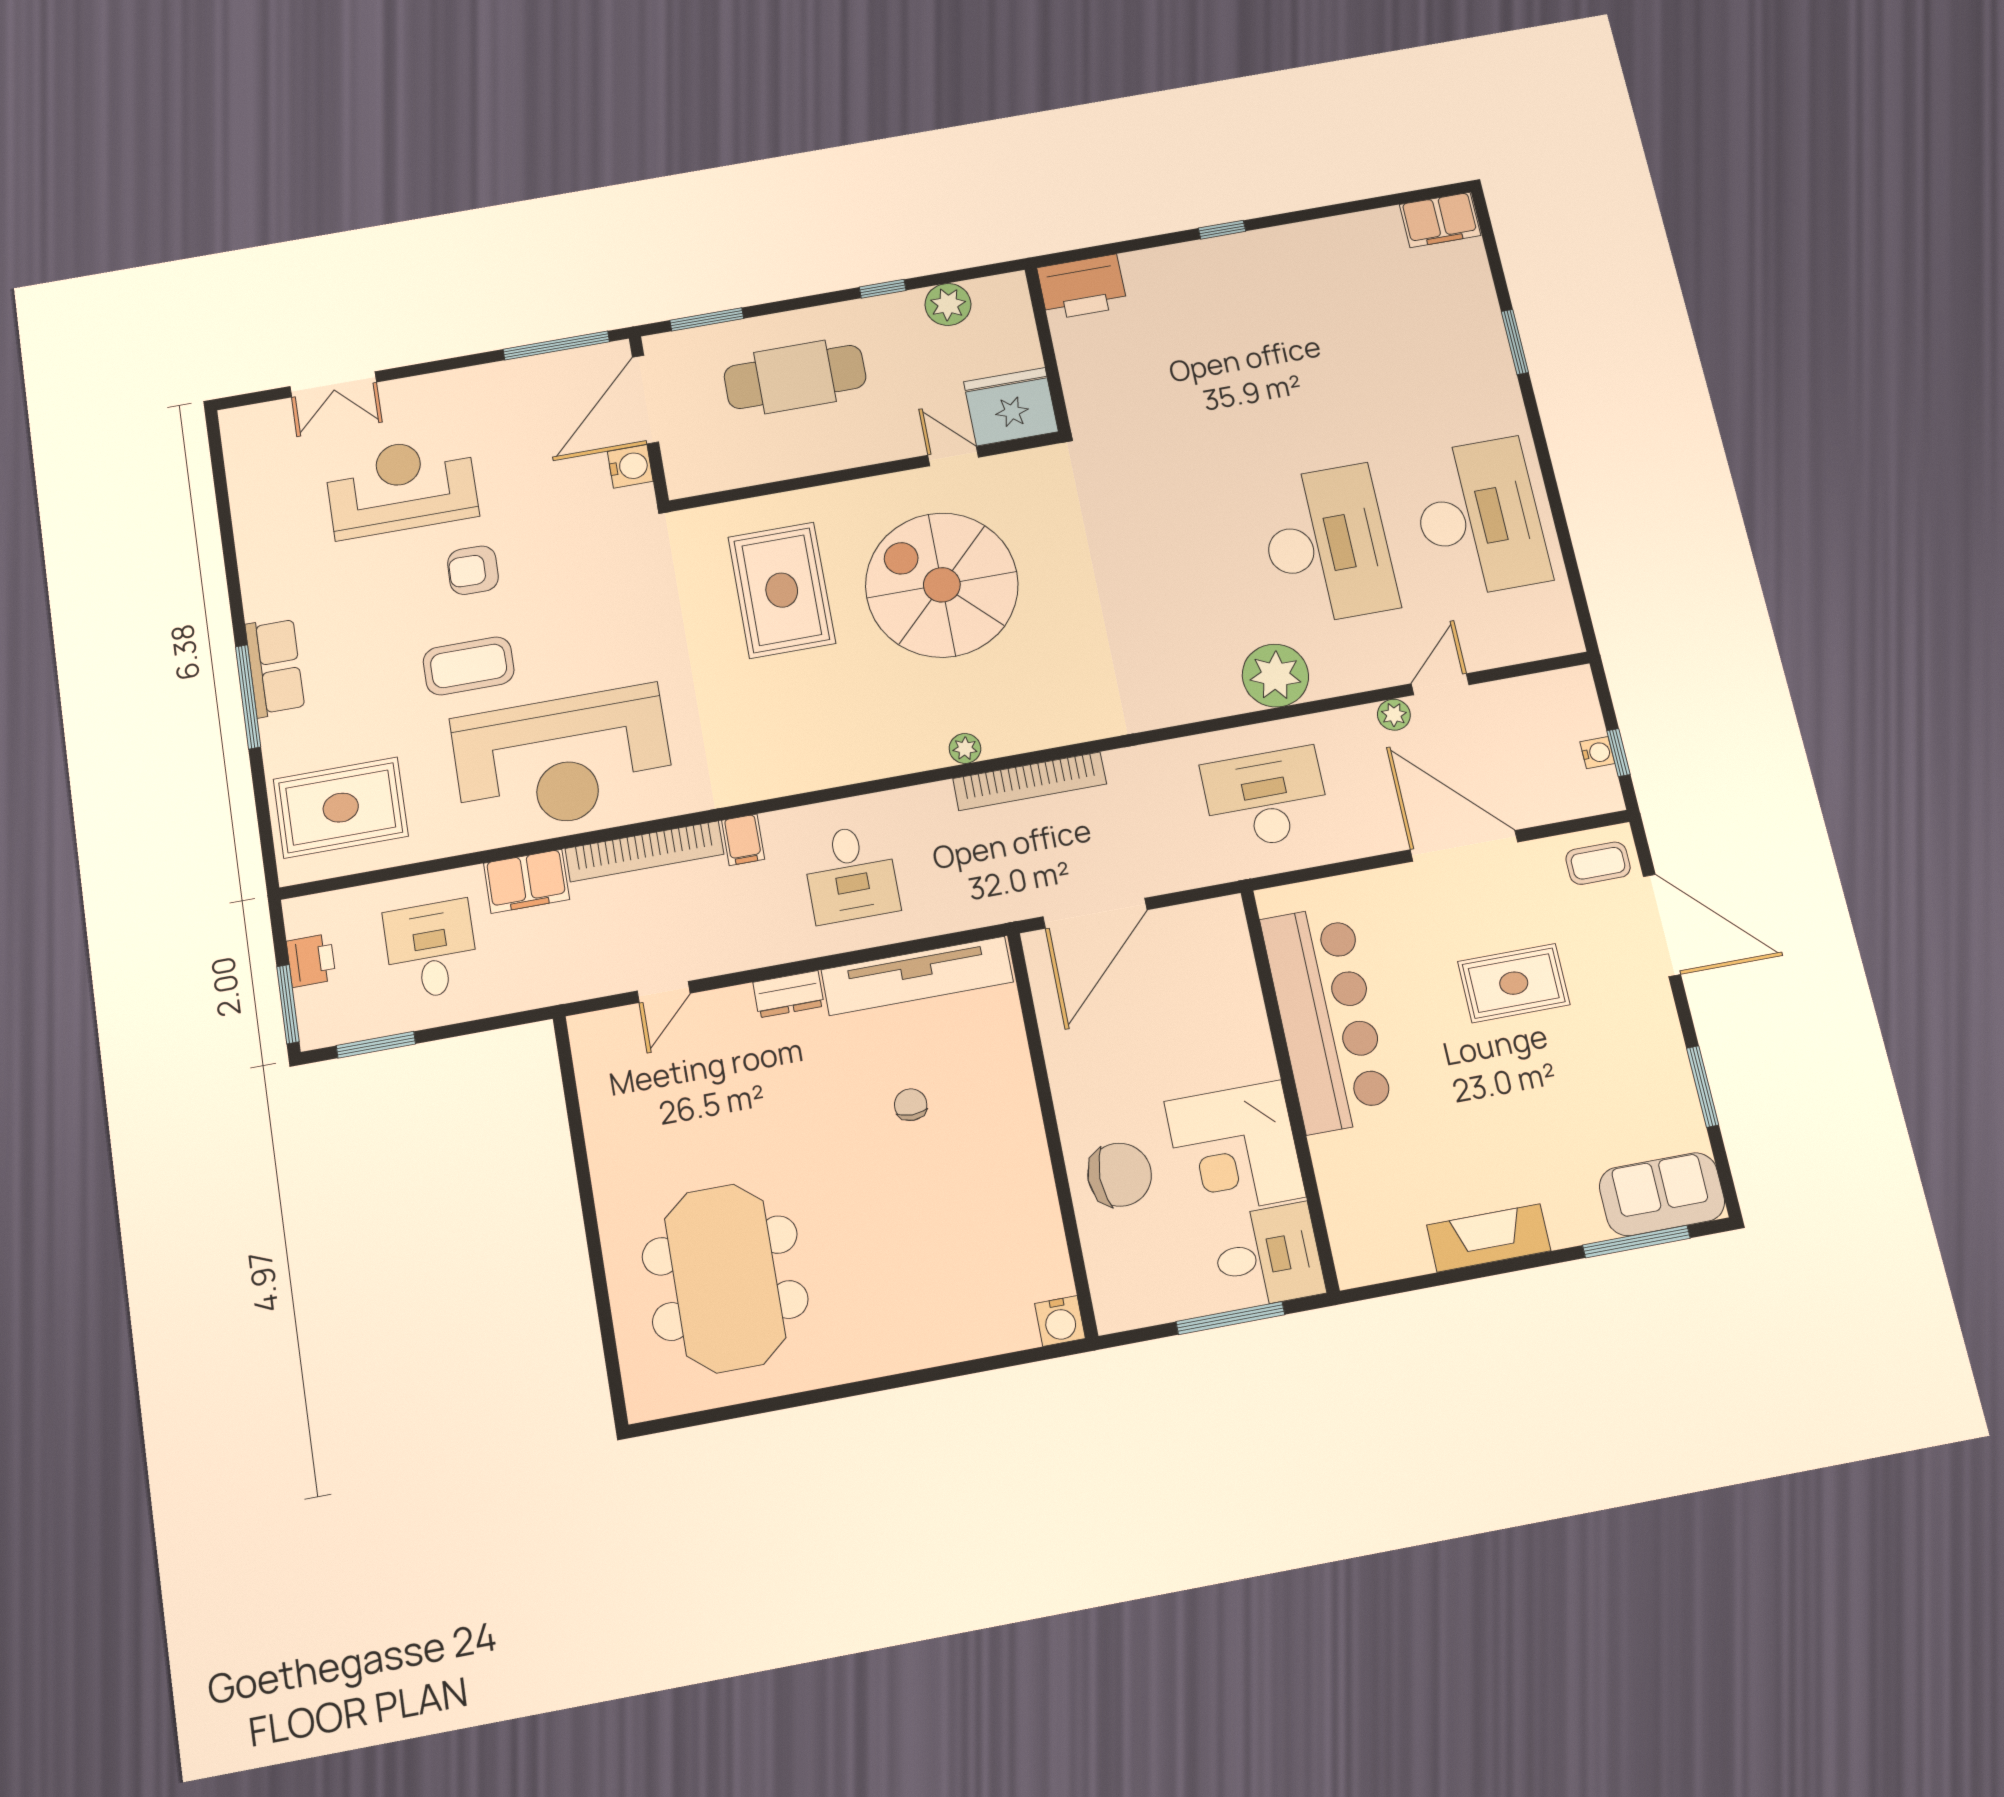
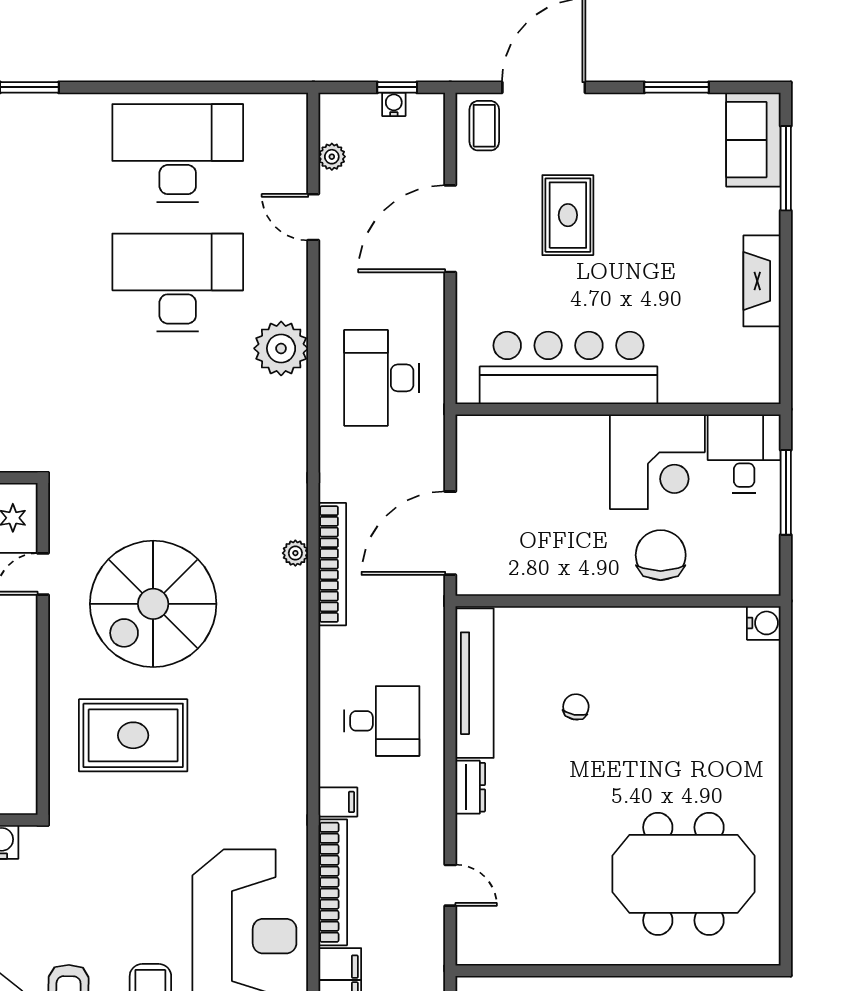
plant: (1394, 715) -> (332, 157), moved
plant: (965, 748) -> (295, 553), moved
door: (1095, 913) -> (450, 533), swing flipped
chair: (911, 1105) -> (576, 707), turned 100

